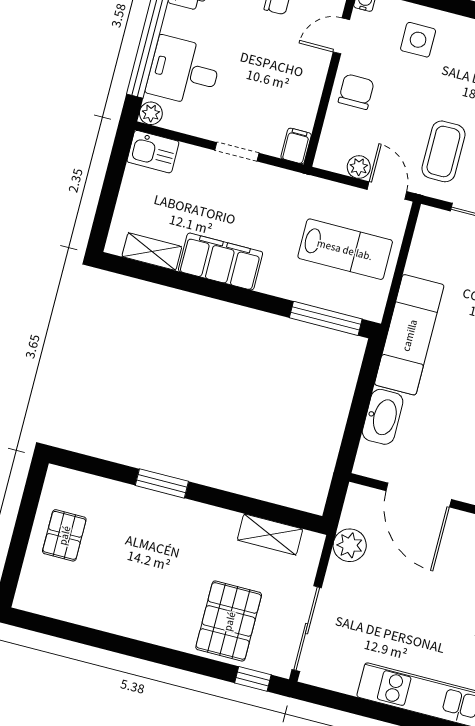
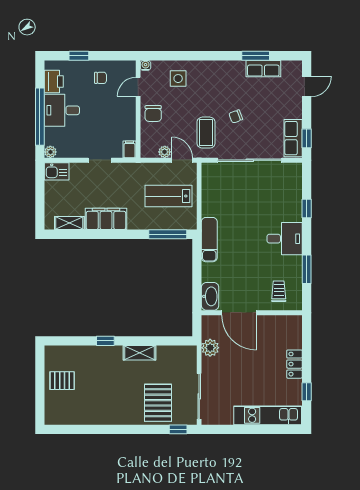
desk: (184, 71) -> (62, 110), moved
chair: (356, 92) -> (153, 113), turned 180
lab bench: (345, 249) -> (168, 196), turned 180
exam couch: (409, 335) -> (209, 240), width x0.73, depth x0.69
washbasin: (383, 417) -> (210, 296), moved
window: (162, 483) -> (105, 341), width x0.67
shelving: (270, 534) -> (140, 353), moved
pallet: (64, 535) -> (62, 381), turned 90

